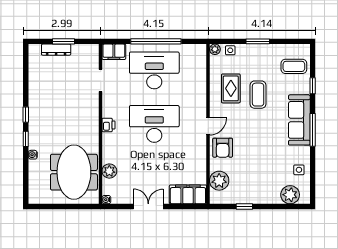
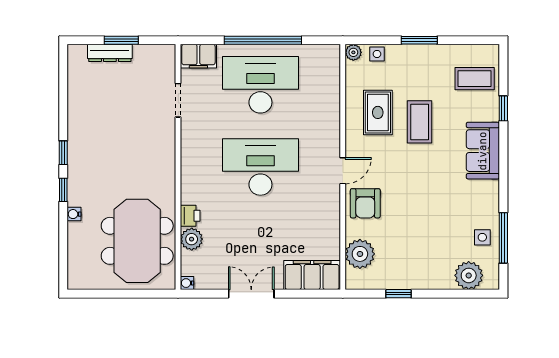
sofa: (299, 120) -> (483, 151), width x0.73
printer: (108, 125) -> (190, 216), moved
window: (313, 130) -> (503, 238), moved

